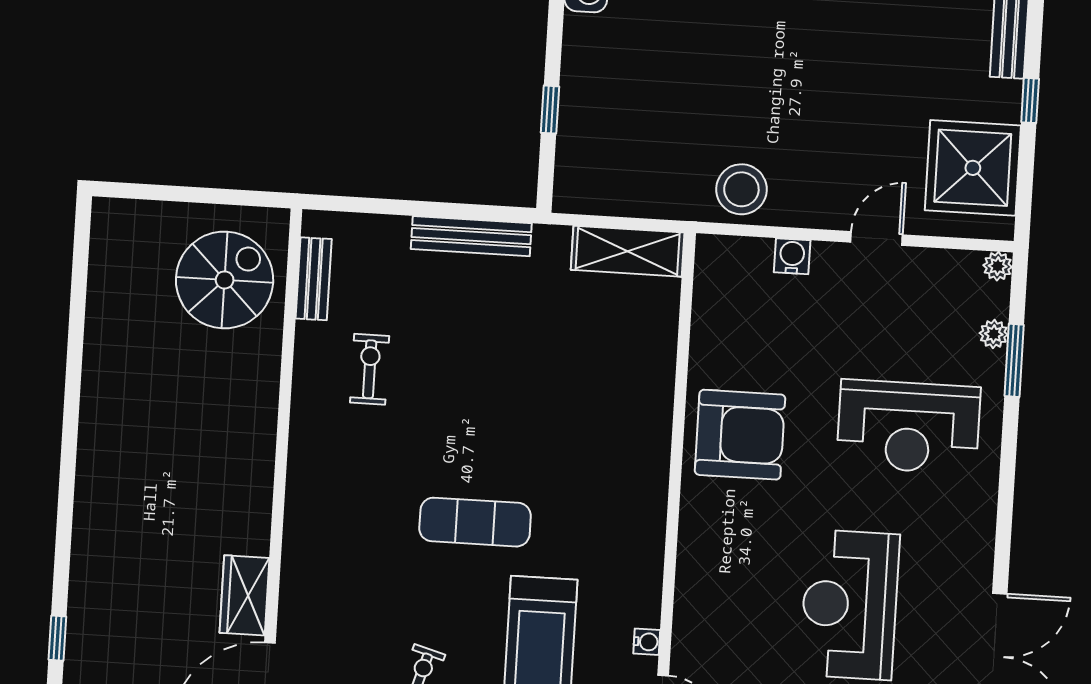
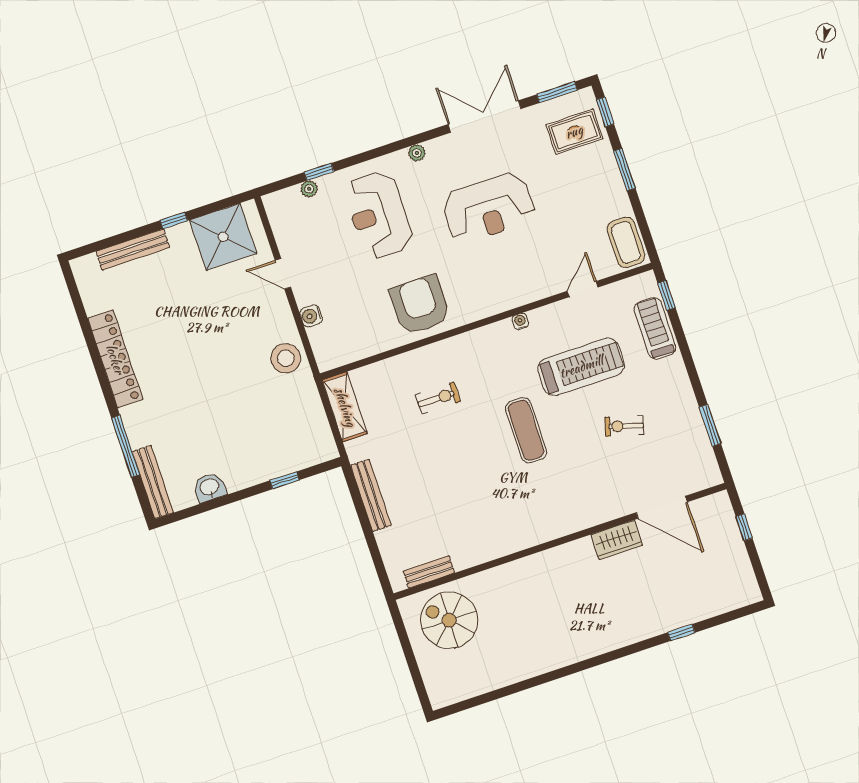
plant: (998, 266) -> (417, 153), moved
window: (1014, 360) -> (319, 172), width x0.67
exercise bike: (370, 369) -> (438, 398), moved, turned 180
reception desk: (908, 427) -> (379, 215), turned 180
water cooler: (647, 642) -> (520, 321), moved

